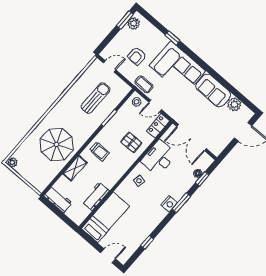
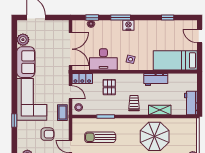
workbench: (96, 196) -> (156, 79), moved

